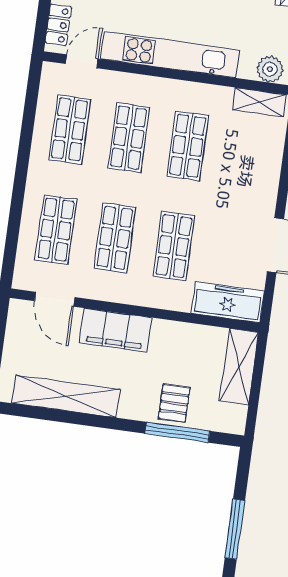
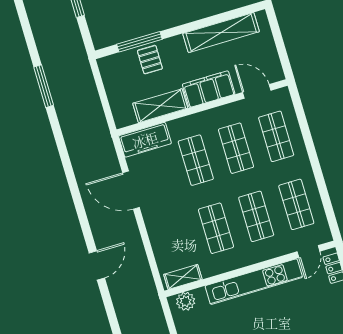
shelving: (239, 366) -> (160, 106), moved, turned 90

